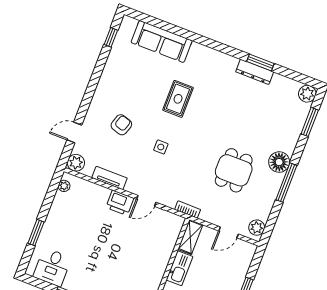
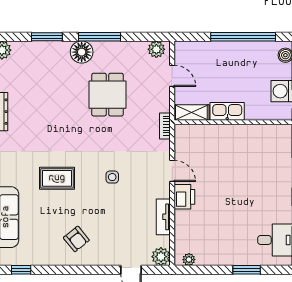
window: (310, 122) -> (47, 37), moved
armchair: (121, 125) -> (76, 239), moved, turned -147
dining table: (234, 170) -> (108, 95), turned 90

